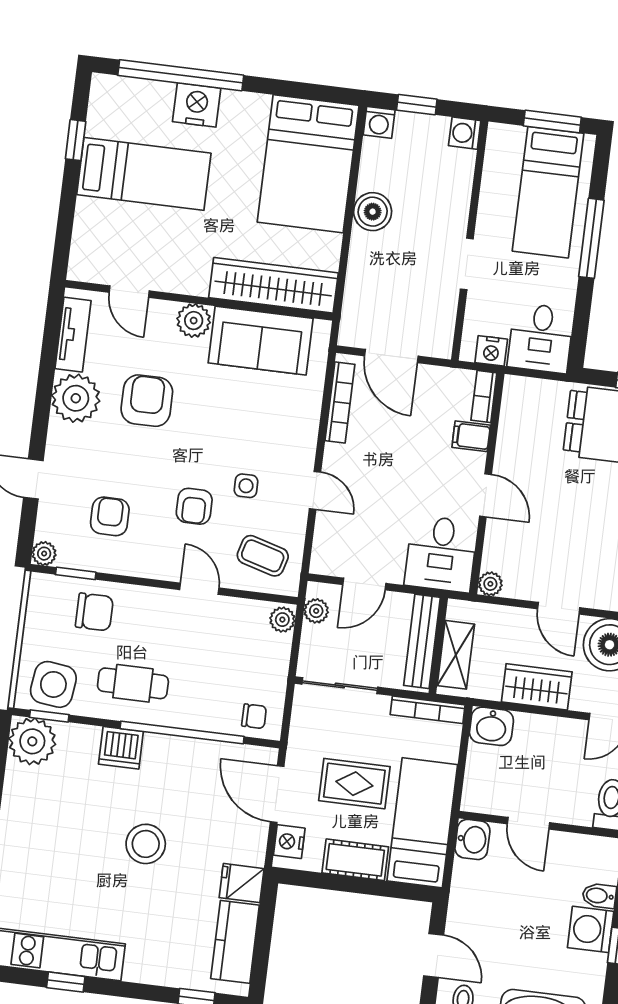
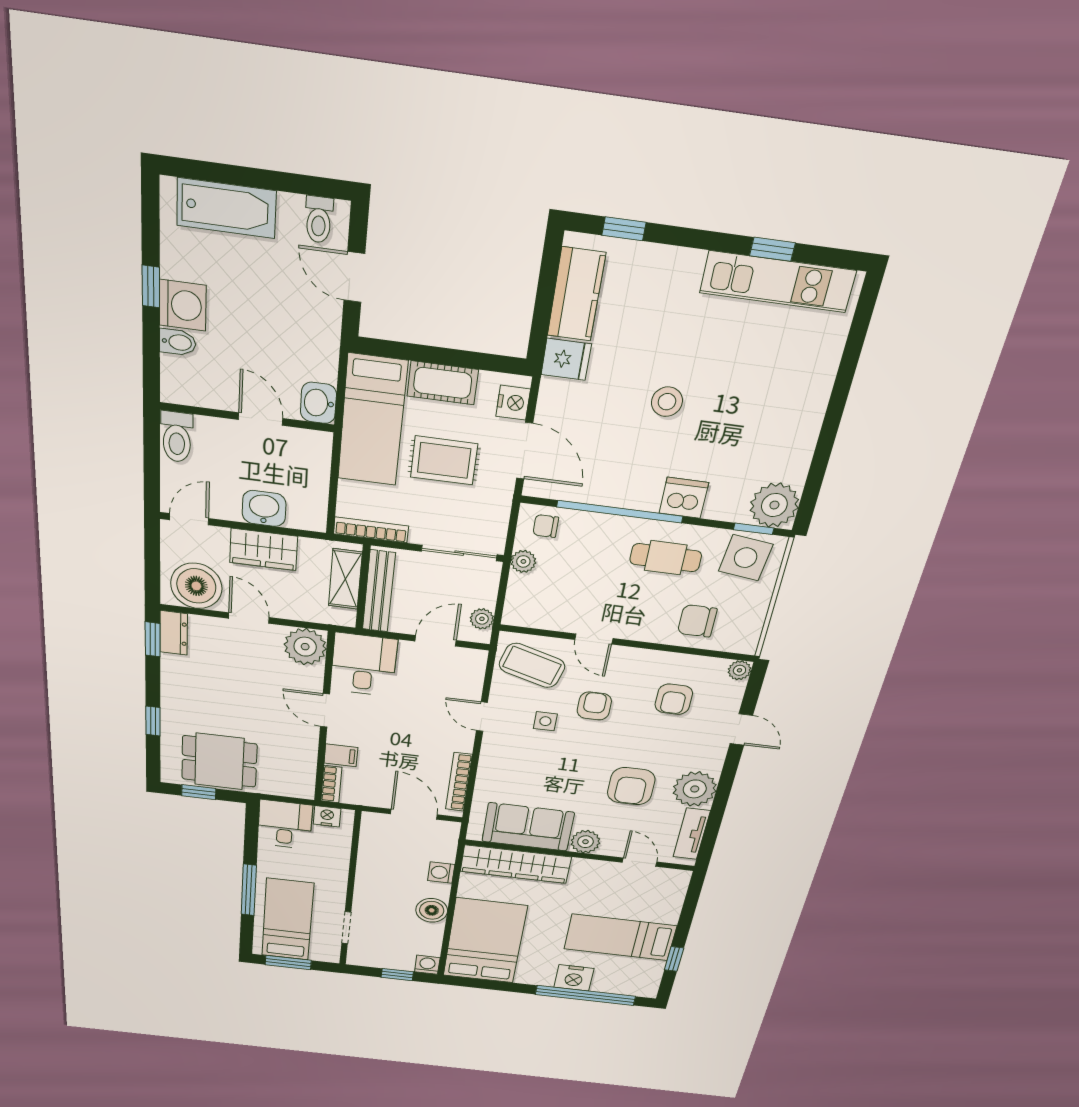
washing machine: (465, 133) -> (441, 873), moved, turned 180
doorway: (467, 264) -> (346, 928), moved
coffee table: (263, 556) -> (532, 665), width x1.36, depth x1.30
window: (76, 573) -> (711, 654), removed
plant: (490, 584) -> (305, 647), width x1.88, depth x1.88
plant: (282, 620) -> (523, 561), moved
washbasin: (491, 726) -> (264, 508), moved
stool: (146, 844) -> (667, 402), width x0.73, depth x0.73

